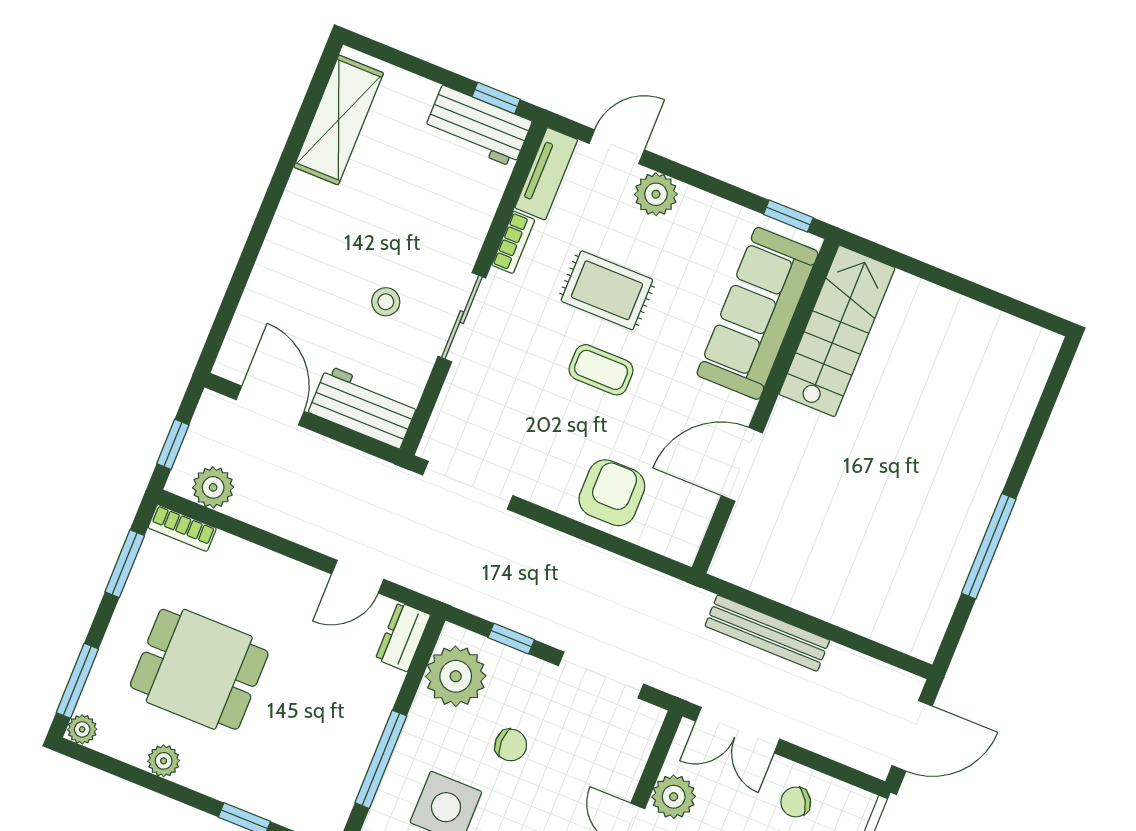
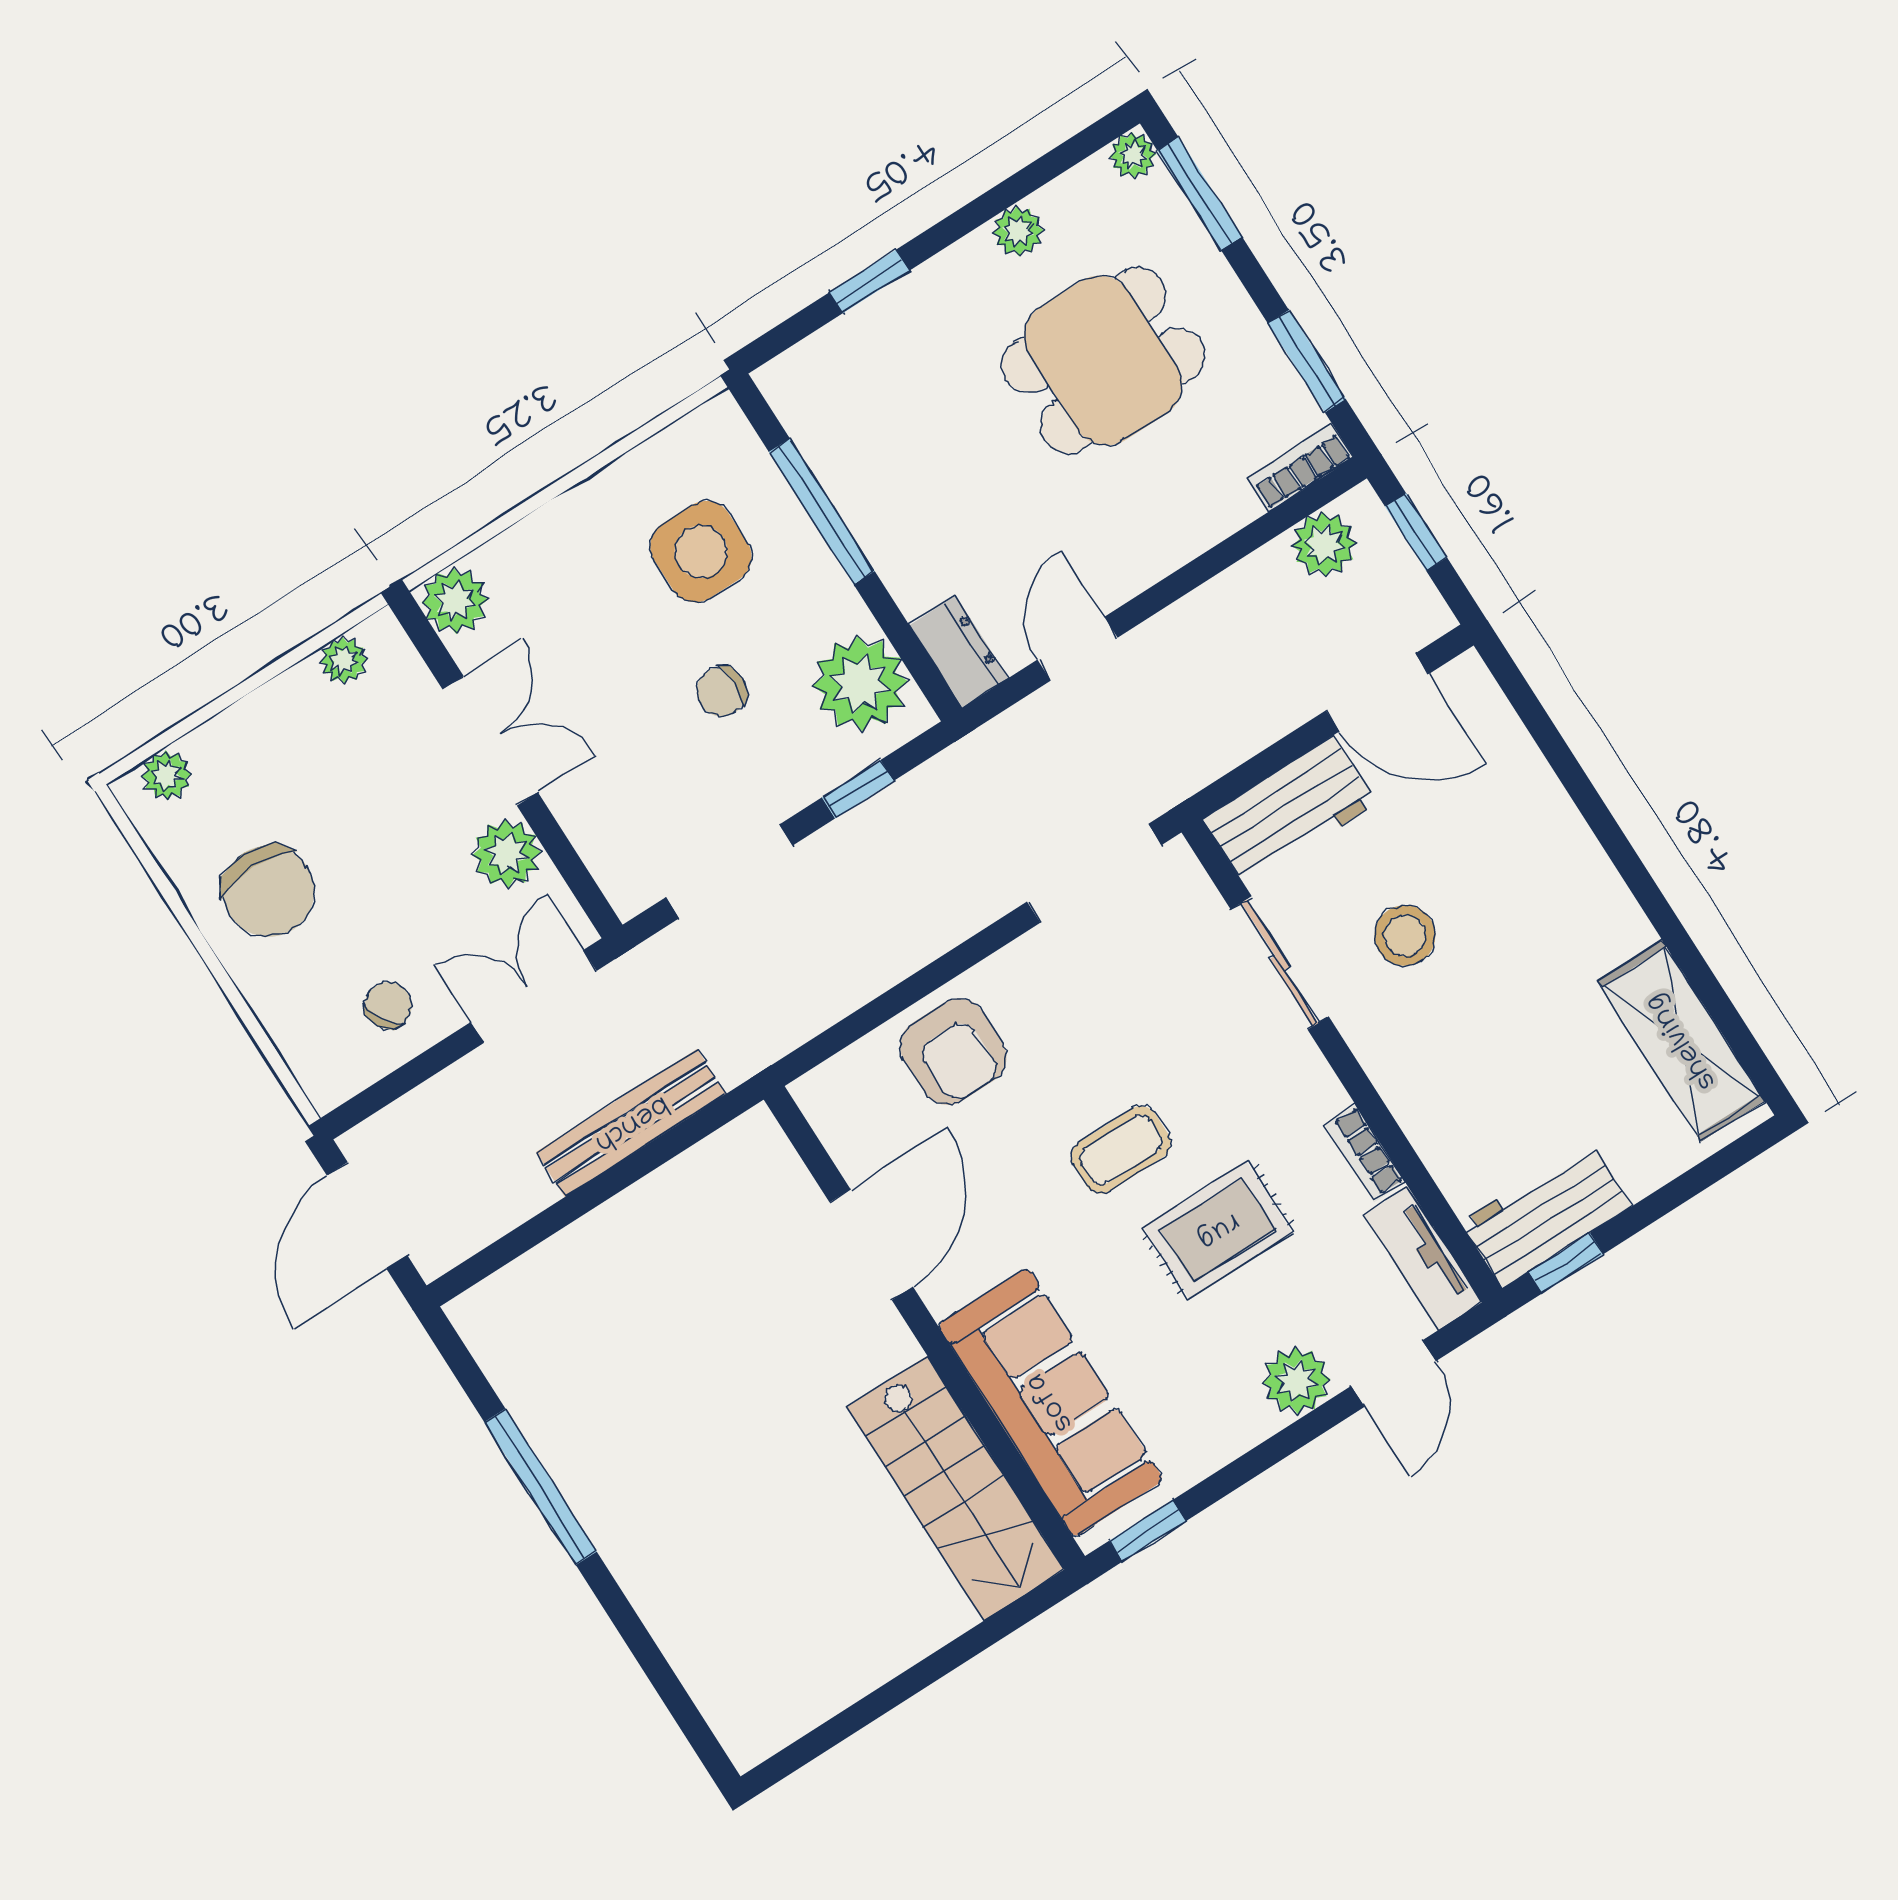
stool: (386, 302) -> (1405, 936), width x1.37, depth x1.37
sliding door: (462, 317) -> (1280, 963), moved

